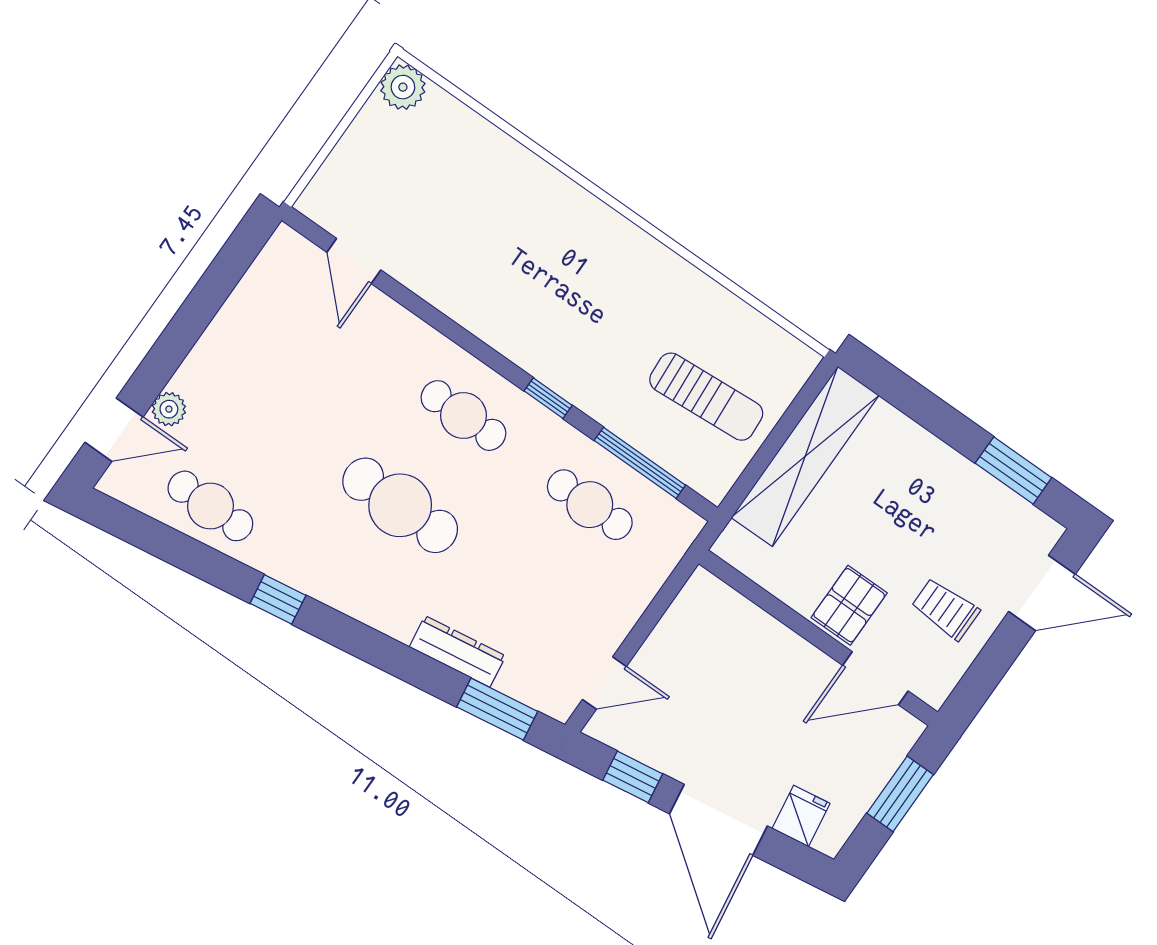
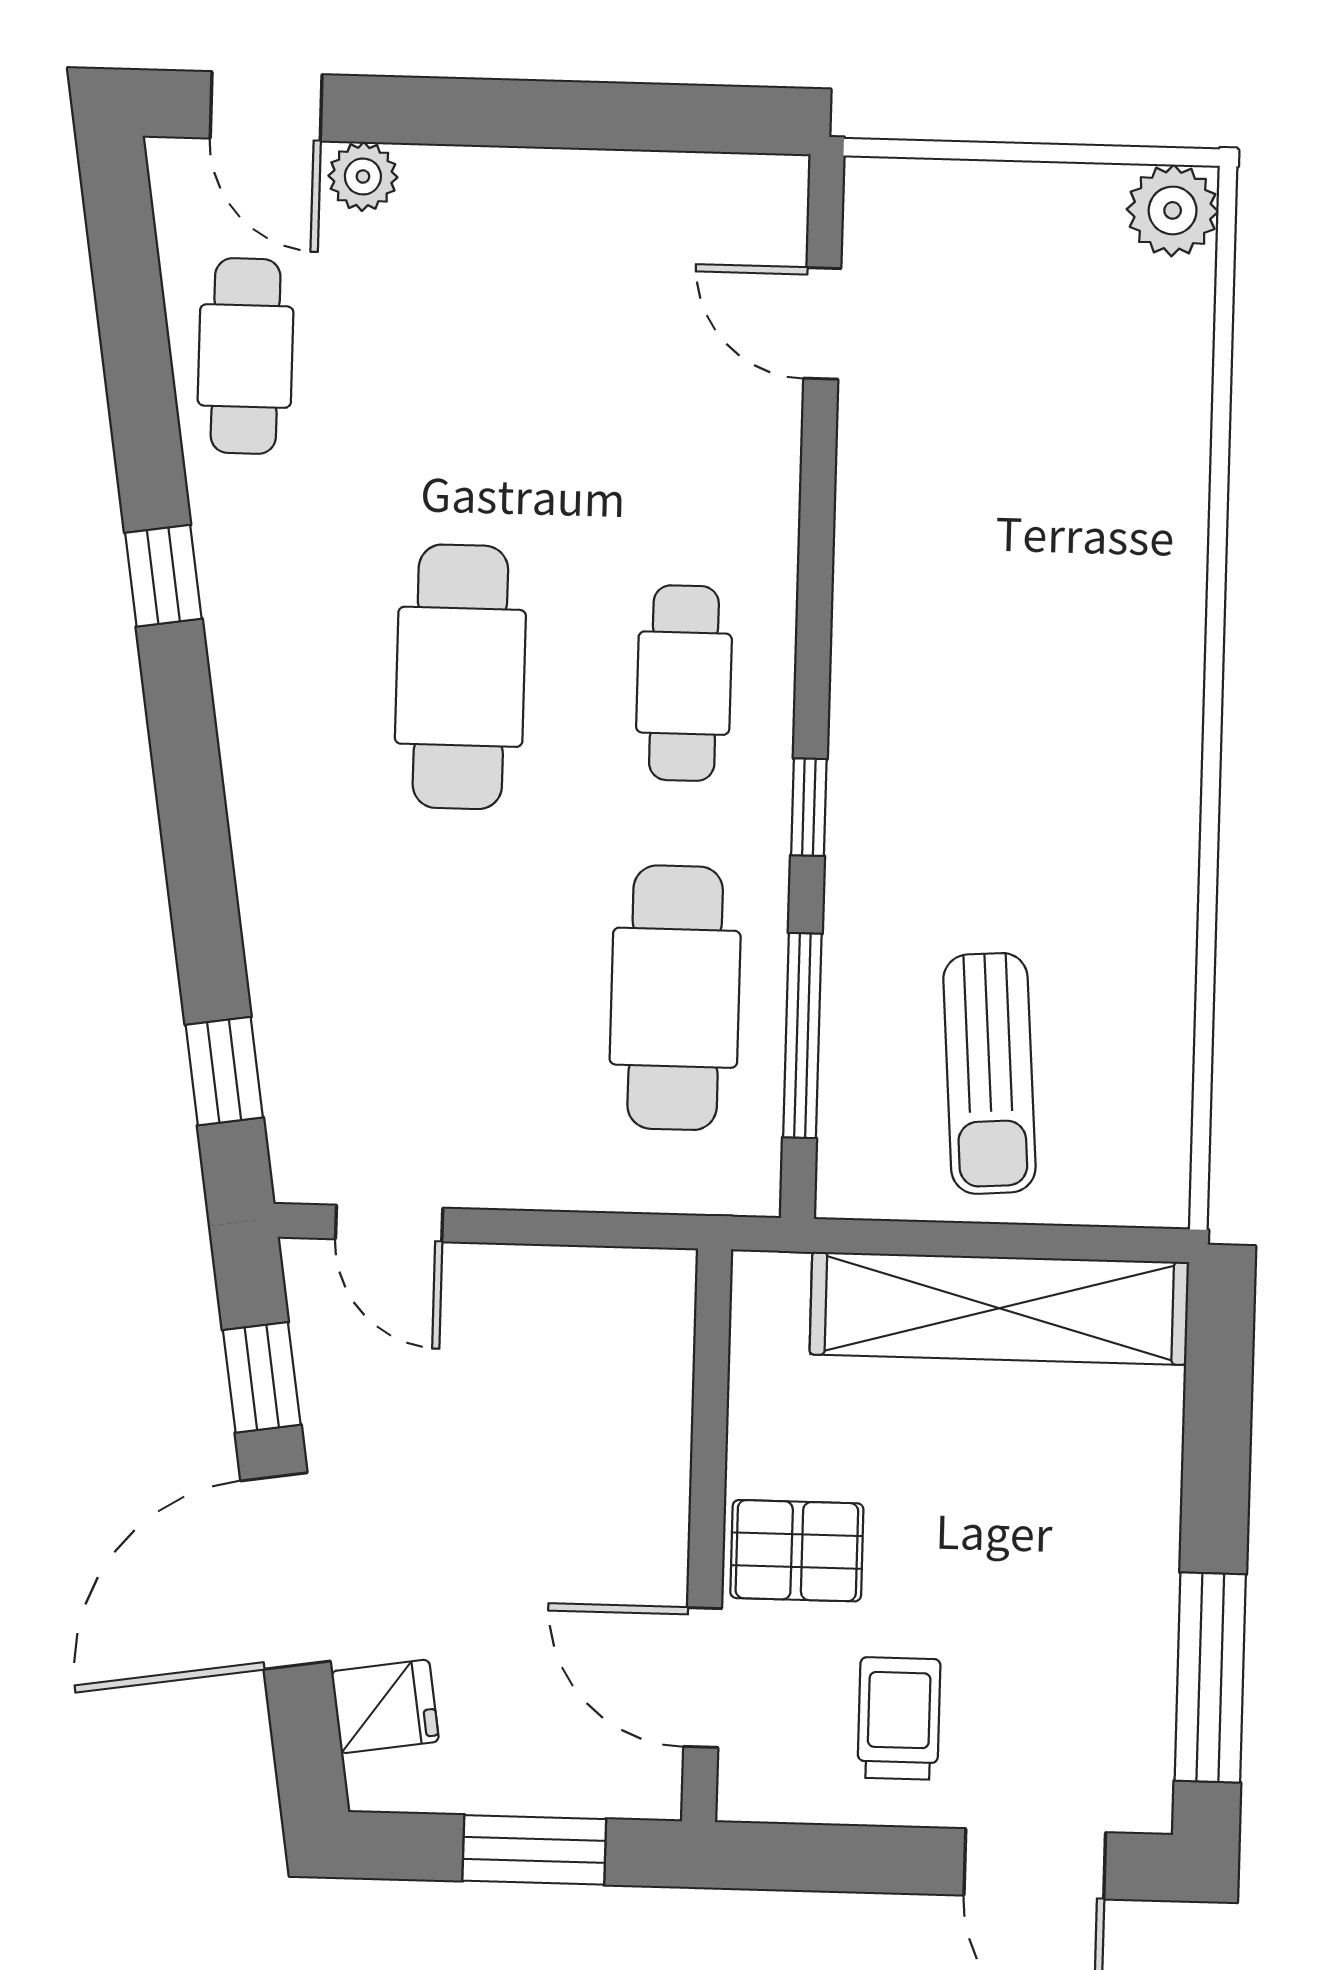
door: (354, 261) -> (822, 323), hinge flipped
window: (1013, 470) -> (1210, 1678), width x1.44
cafe table: (590, 505) -> (675, 998), width x1.37, depth x1.35
dresser: (457, 651) -> (277, 939), removed
window: (497, 709) -> (224, 1071), width x0.67

